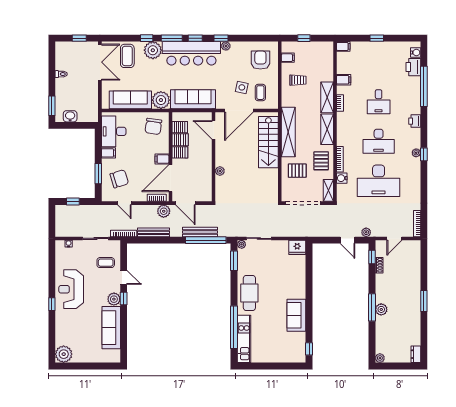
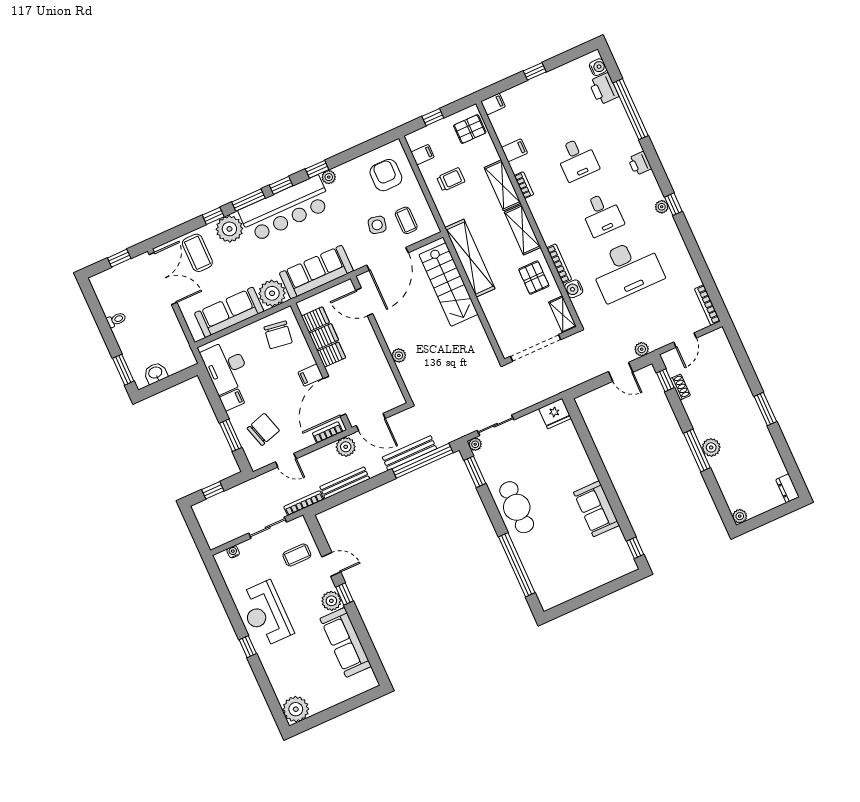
desk: (379, 141) -> (602, 214), width x0.73
pallet: (297, 171) -> (470, 129), moved
kitchen unit: (244, 339) -> (538, 575), removed

